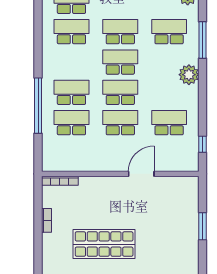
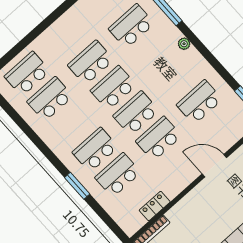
plant: (189, 75) -> (184, 44), width x0.53, depth x0.53
window: (38, 106) -> (77, 186), width x0.47
locker: (78, 165) -> (155, 206), added
door: (141, 174) -> (214, 166), hinge flipped

